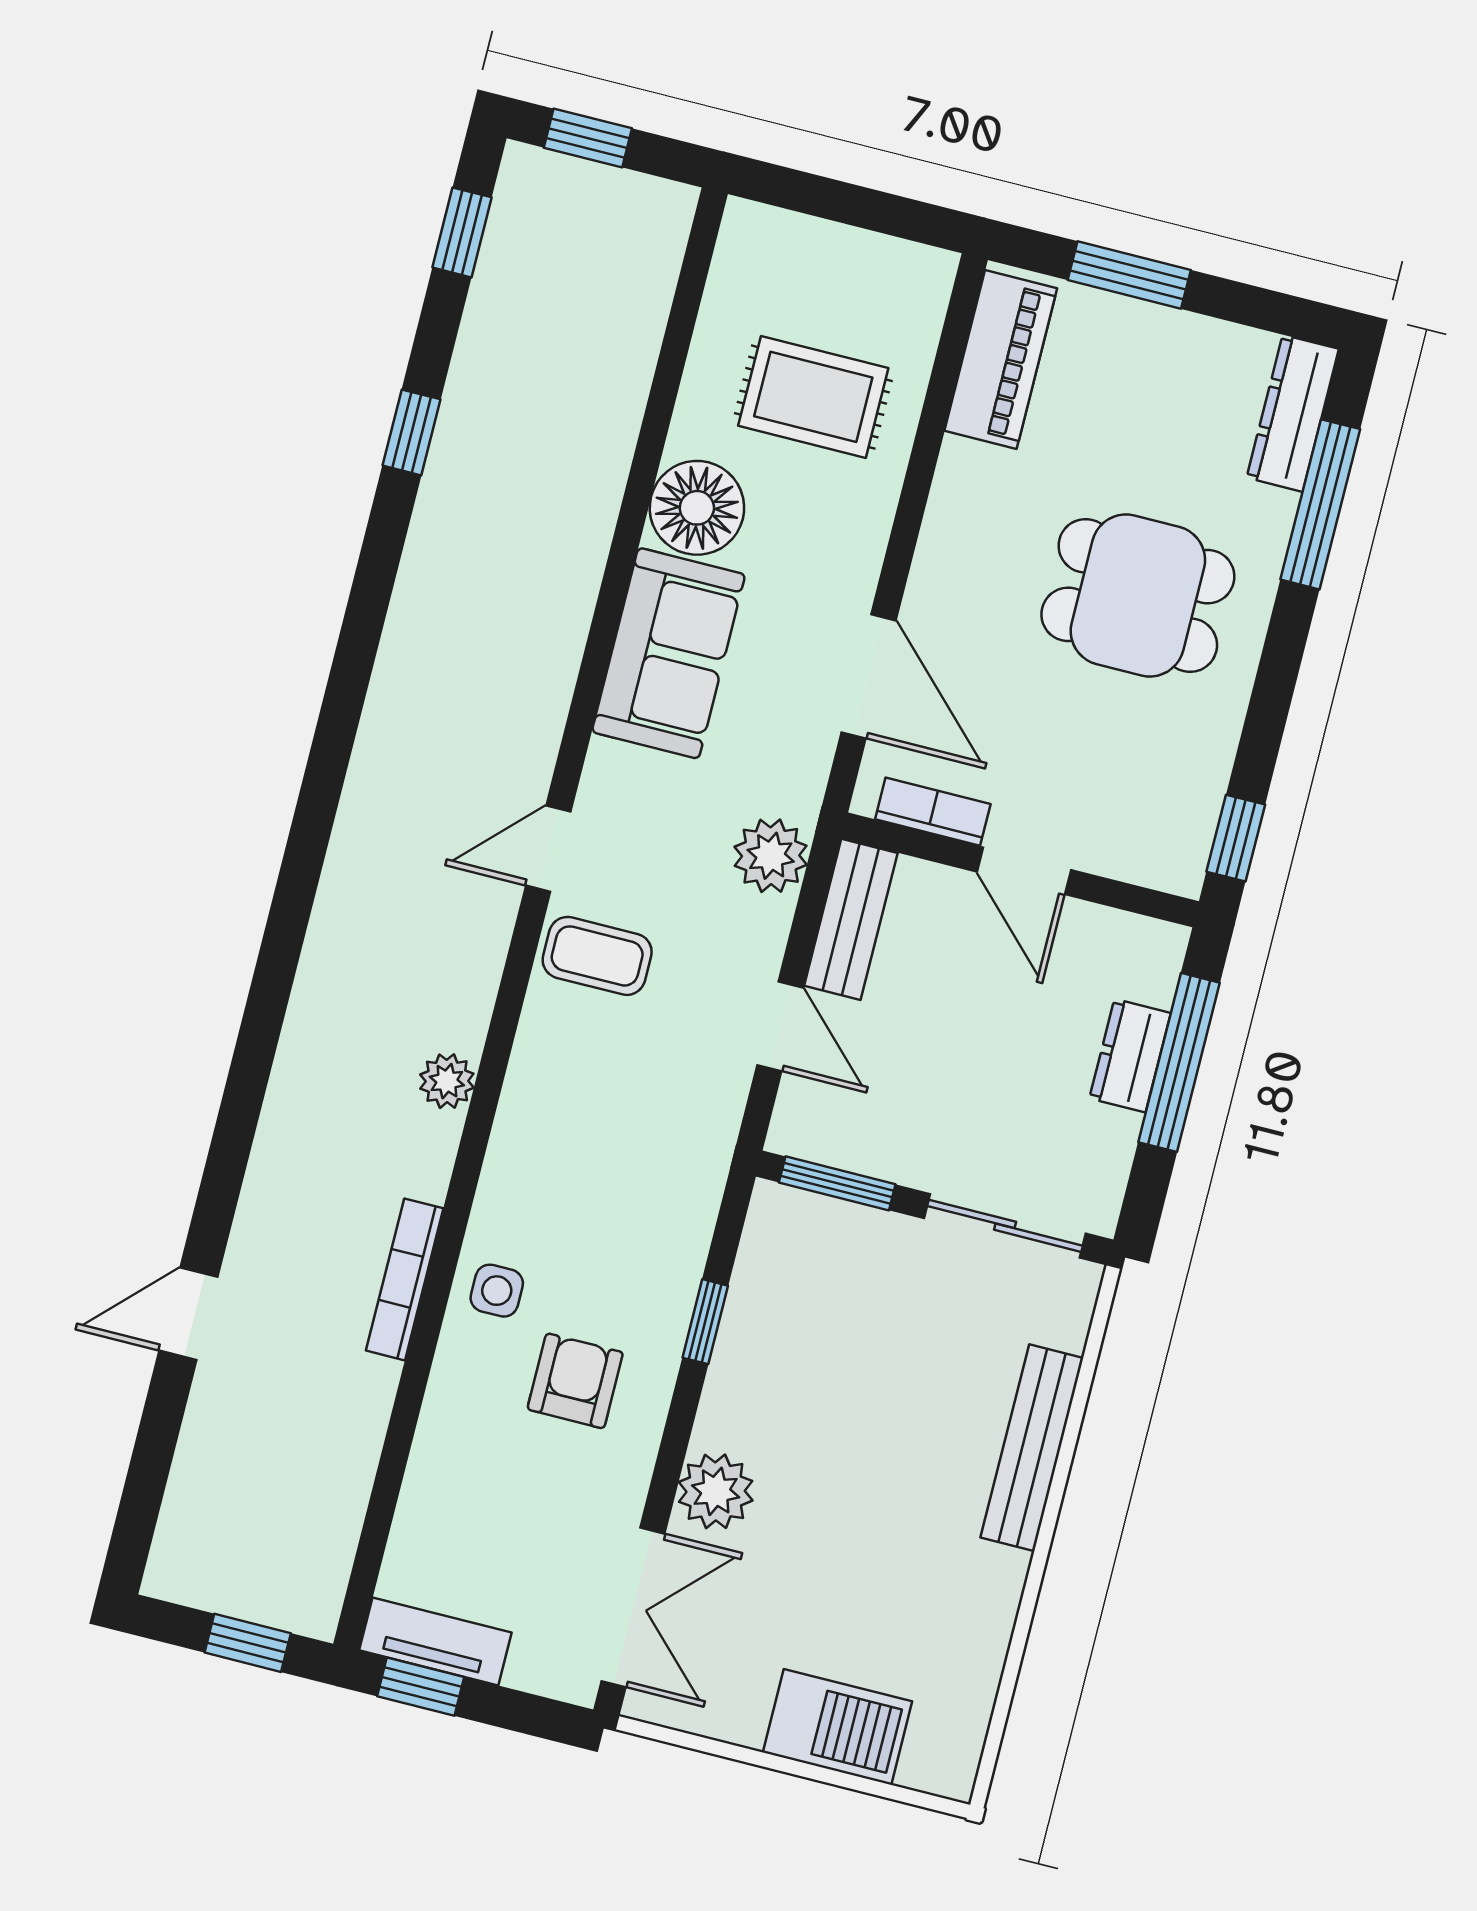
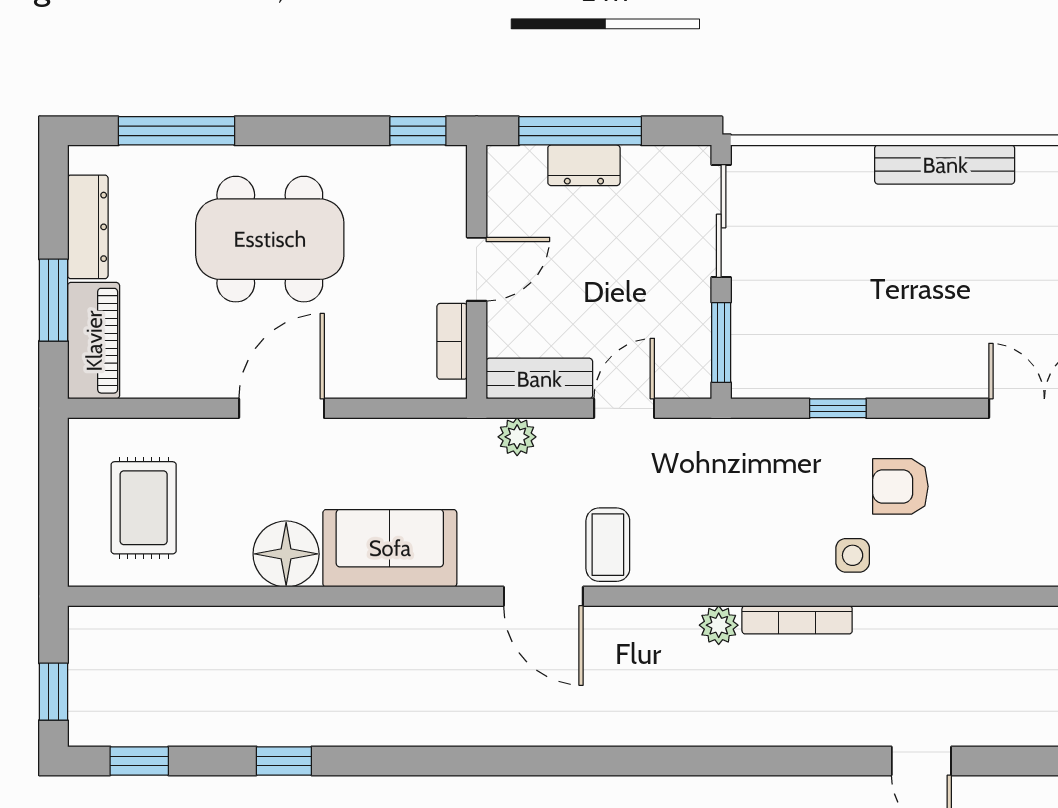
piano: (1001, 359) -> (94, 341), moved, turned 90
rug: (813, 397) -> (144, 508), moved
dresser: (1293, 413) -> (88, 227), moved, turned -90
dining table: (1138, 595) -> (270, 239), width x1.38
door: (869, 676) -> (282, 408), moved
door: (548, 849) -> (543, 596), width x1.38
plant: (771, 856) -> (517, 437), width x0.73, depth x0.73
bookcase: (405, 1279) -> (797, 620), moved
bench: (1032, 1448) -> (945, 165), moved
plant: (716, 1491) -> (951, 372), removed

